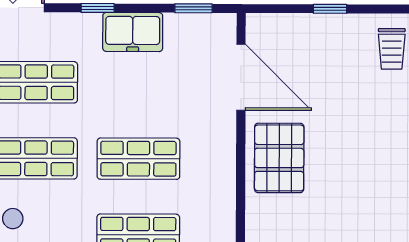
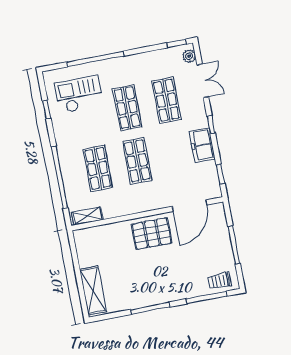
window: (330, 9) -> (234, 245), width x2.17

